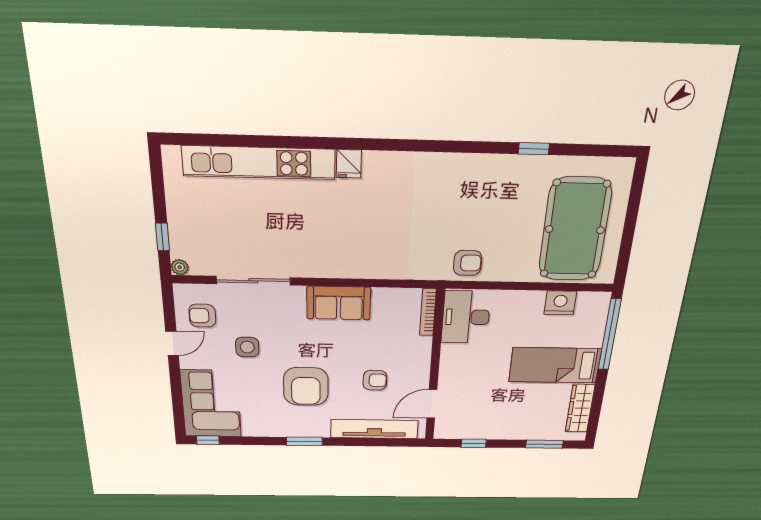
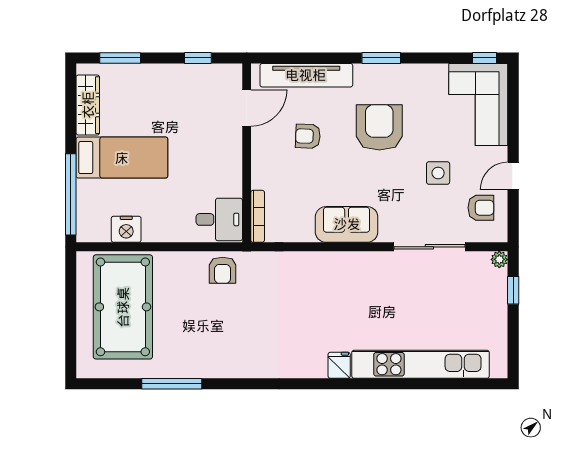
window: (534, 149) -> (172, 384), width x2.17
armchair: (468, 263) -> (223, 270), turned -90
desk: (466, 317) -> (219, 219), width x0.73

